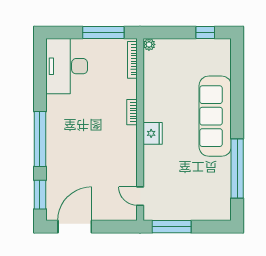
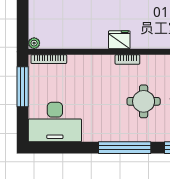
bookcase: (132, 112) -> (127, 59), moved
round table: (88, 159) -> (144, 101), added

